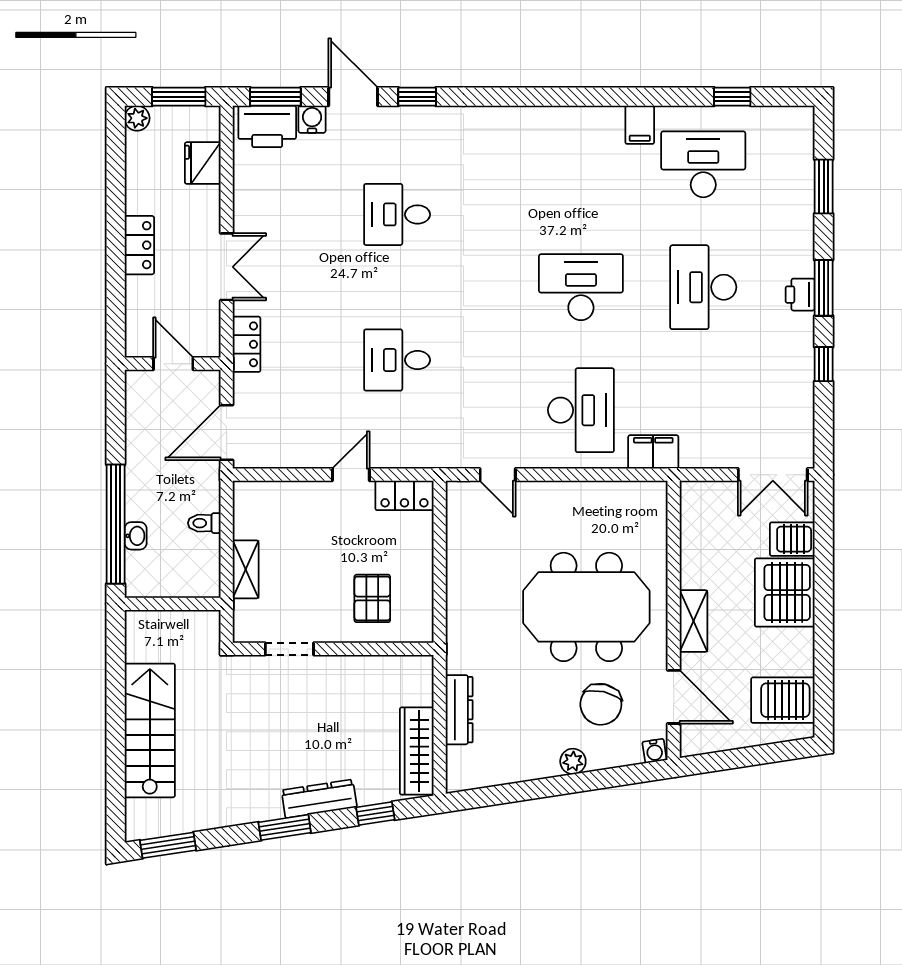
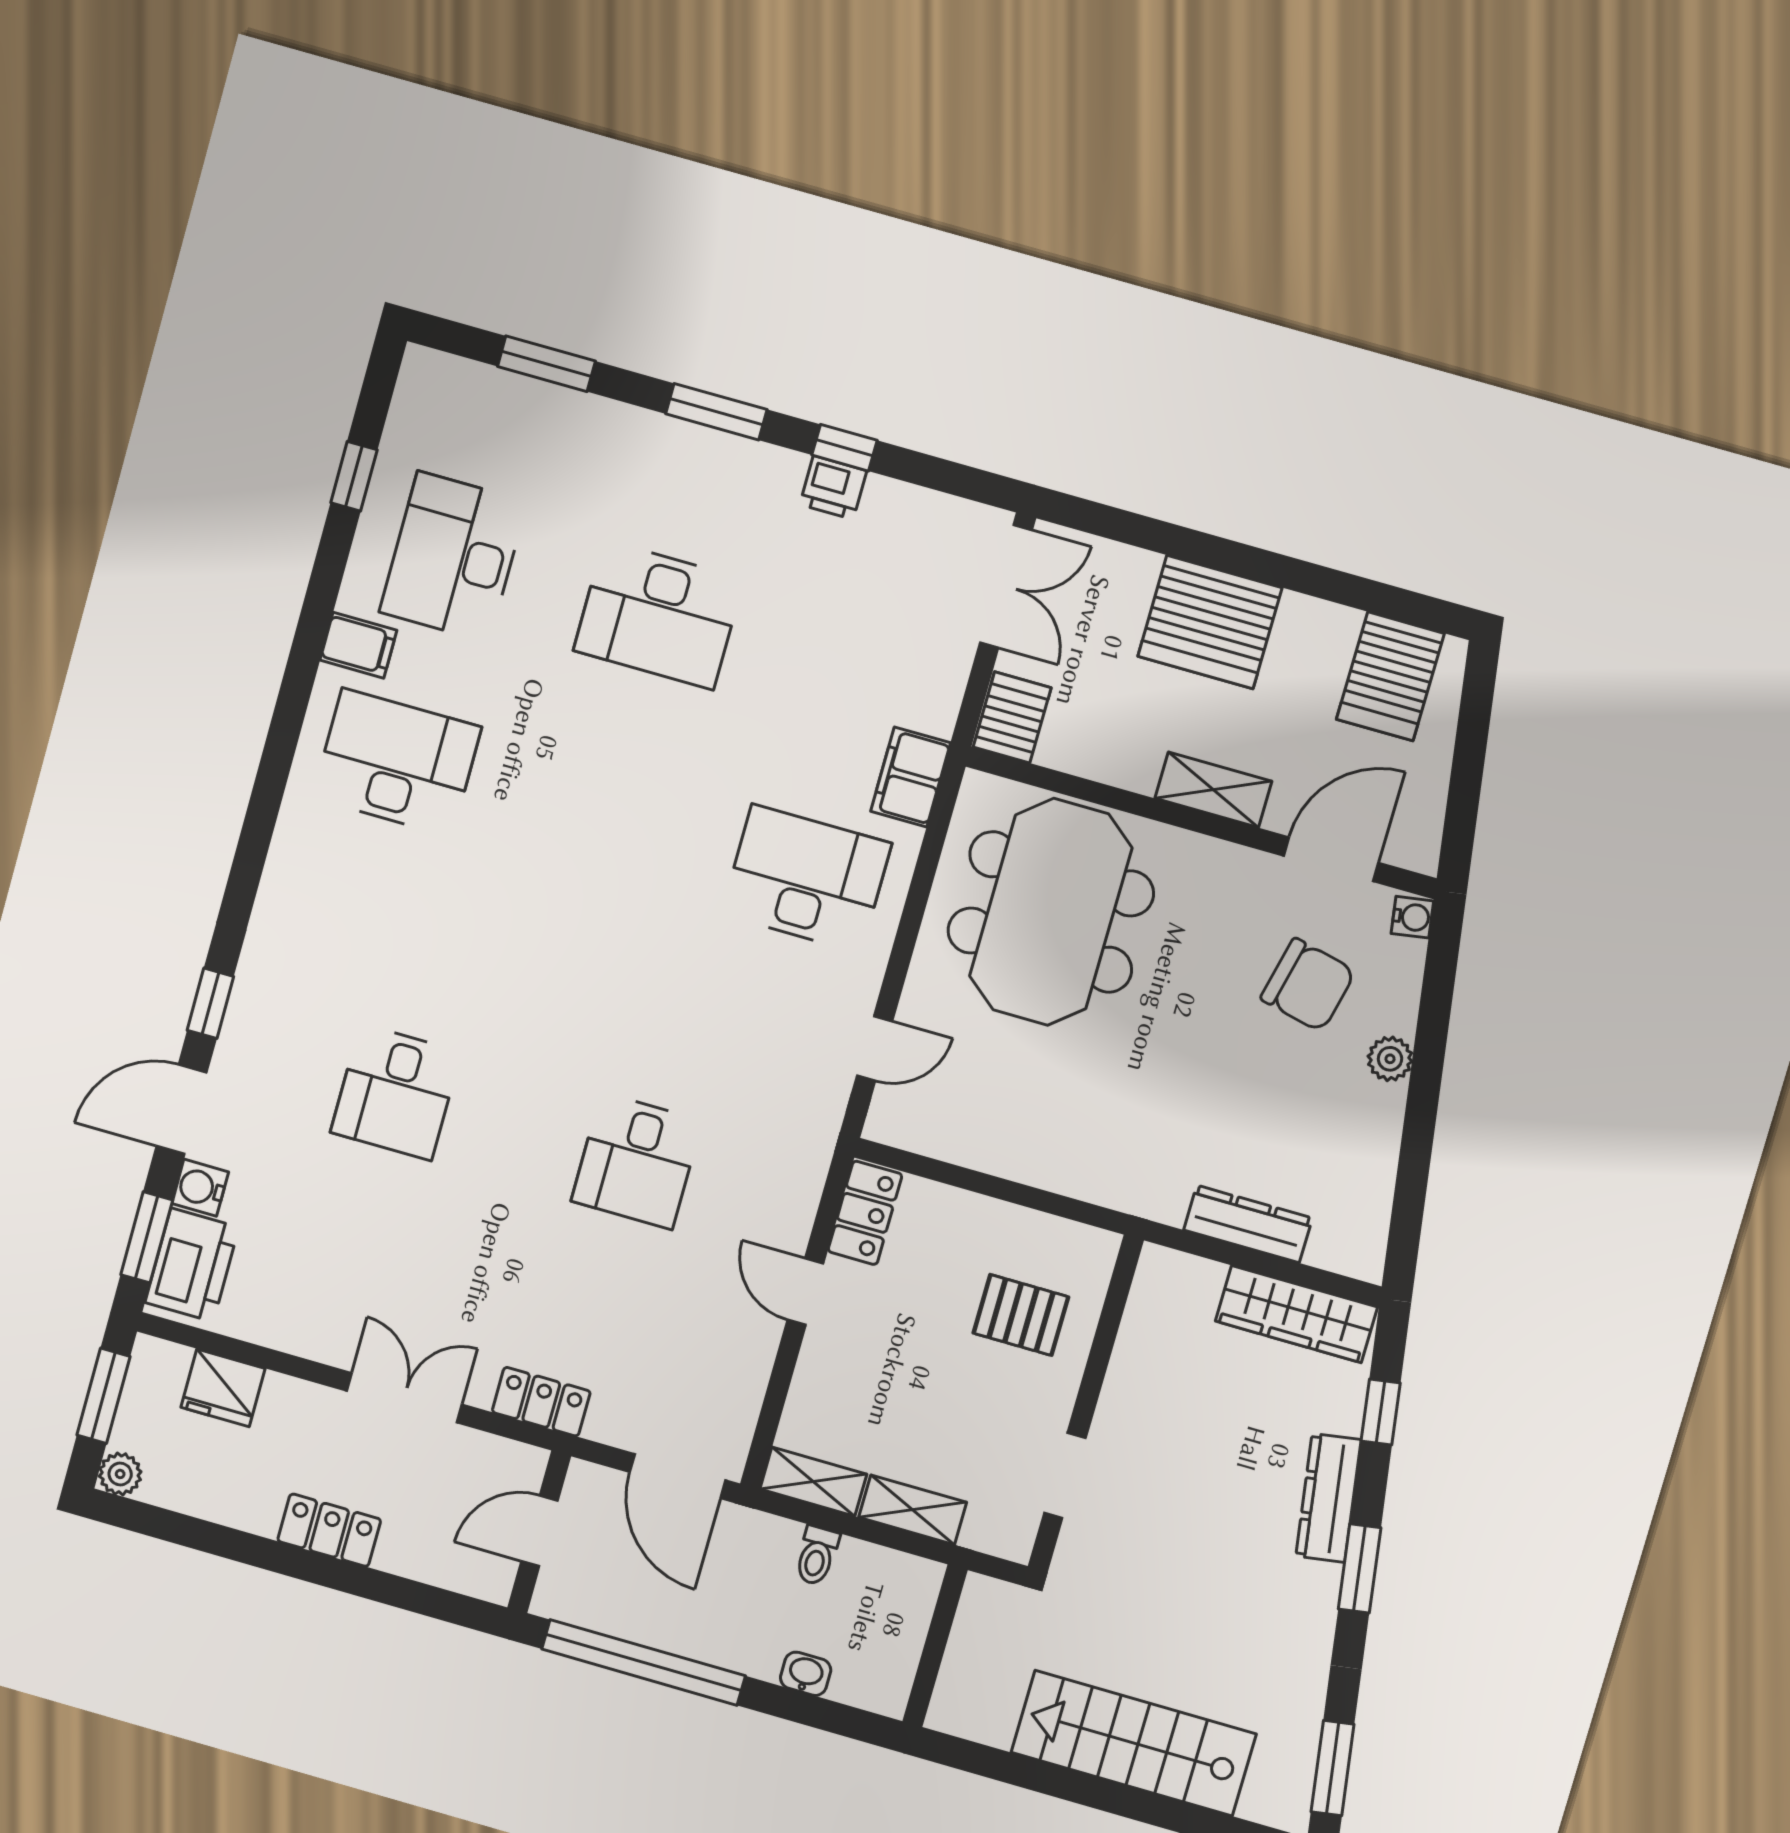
desk: (581, 287) -> (397, 762), moved, turned 90
printer: (800, 295) -> (833, 488), moved
shelving: (245, 509) -> (813, 1482), added
window: (116, 524) -> (644, 1662), moved
server rack: (792, 539) -> (1012, 717), moved, turned 180
meeting table: (586, 607) -> (1051, 912), moved

